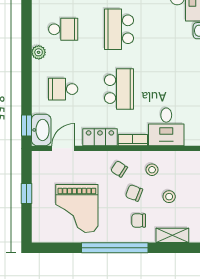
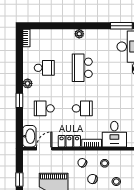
school desk: (119, 89) -> (82, 108), width x0.54
window: (26, 125) -> (19, 100), moved

